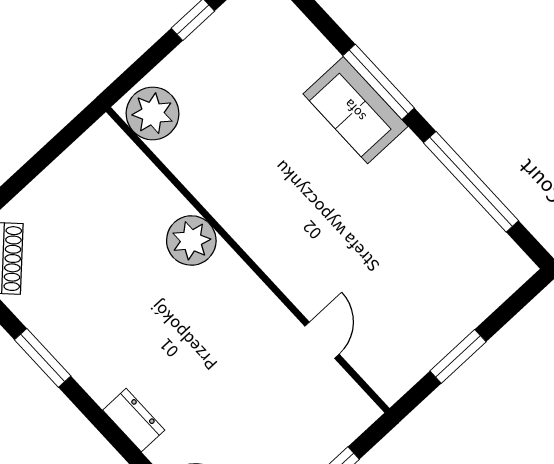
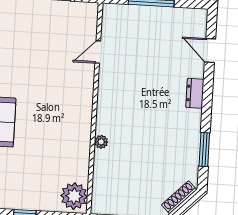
plant: (191, 240) -> (101, 142), width x0.53, depth x0.53

